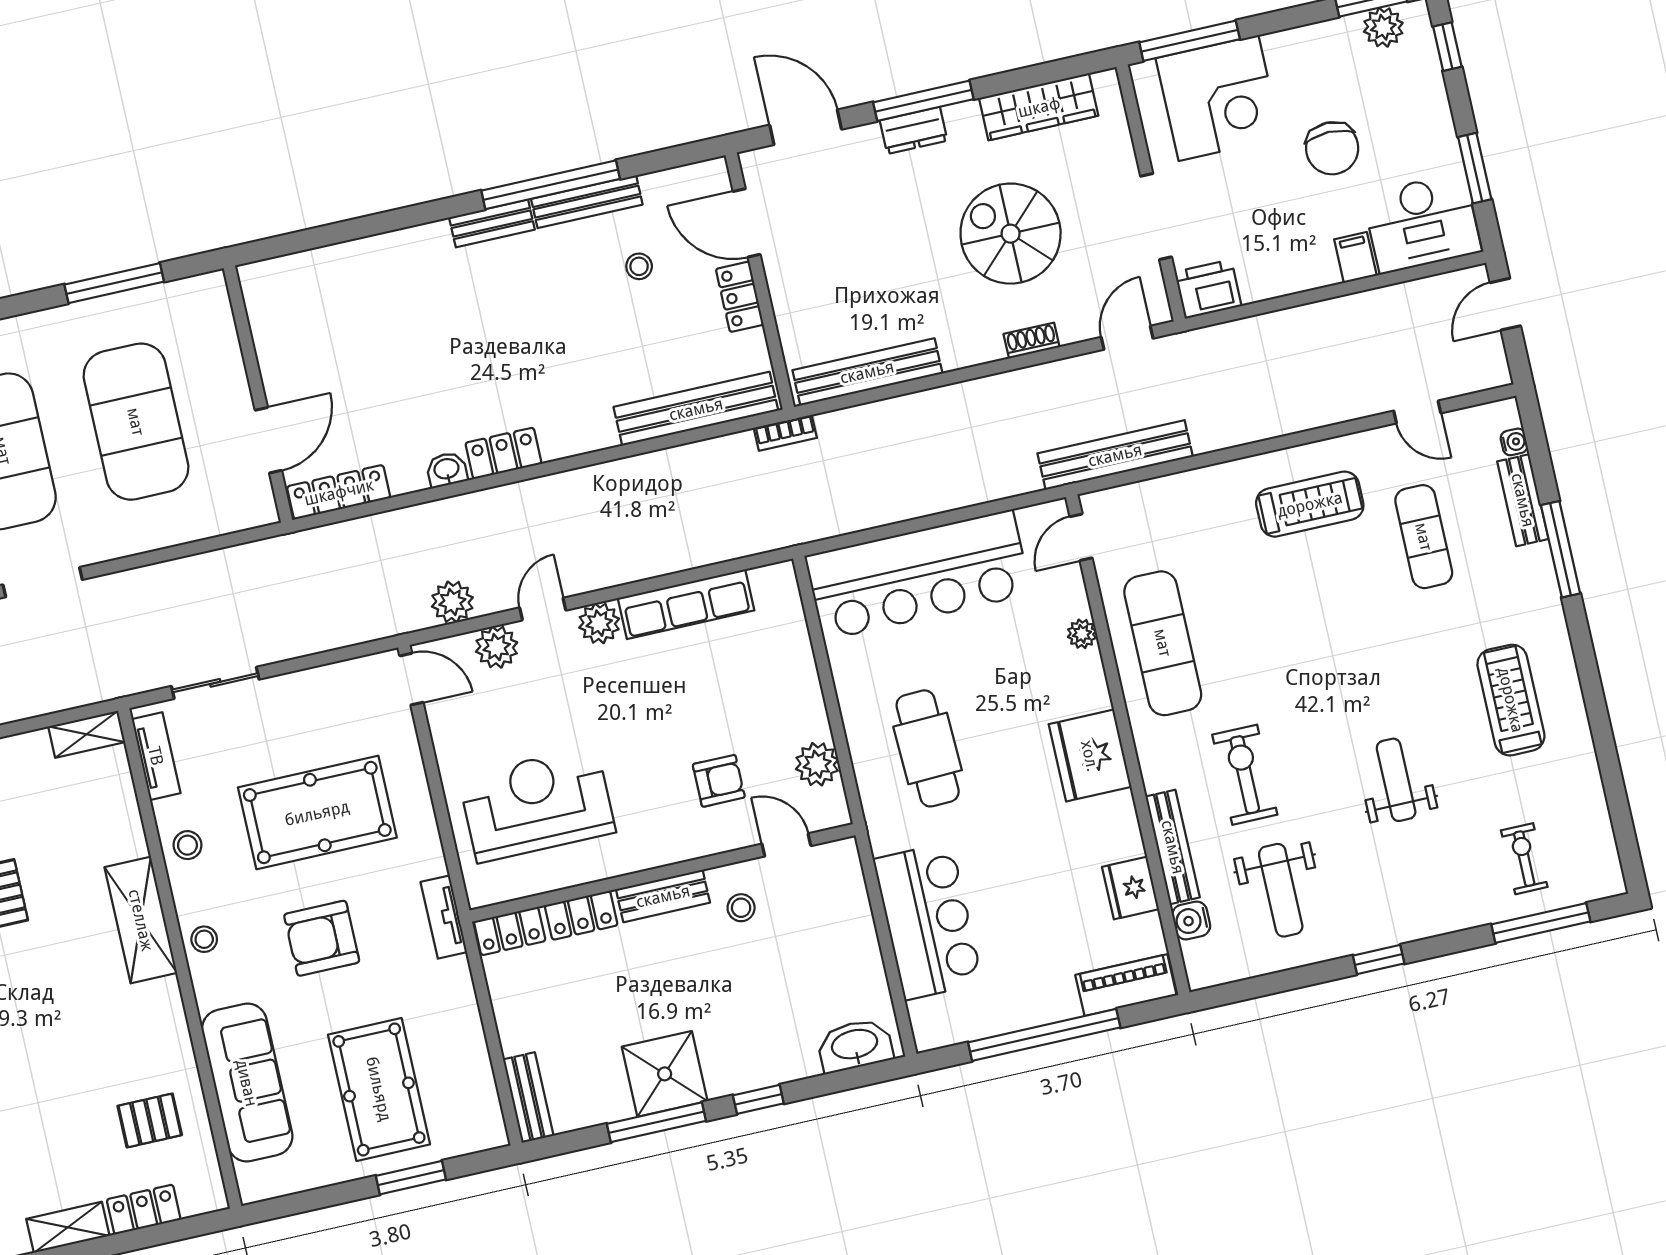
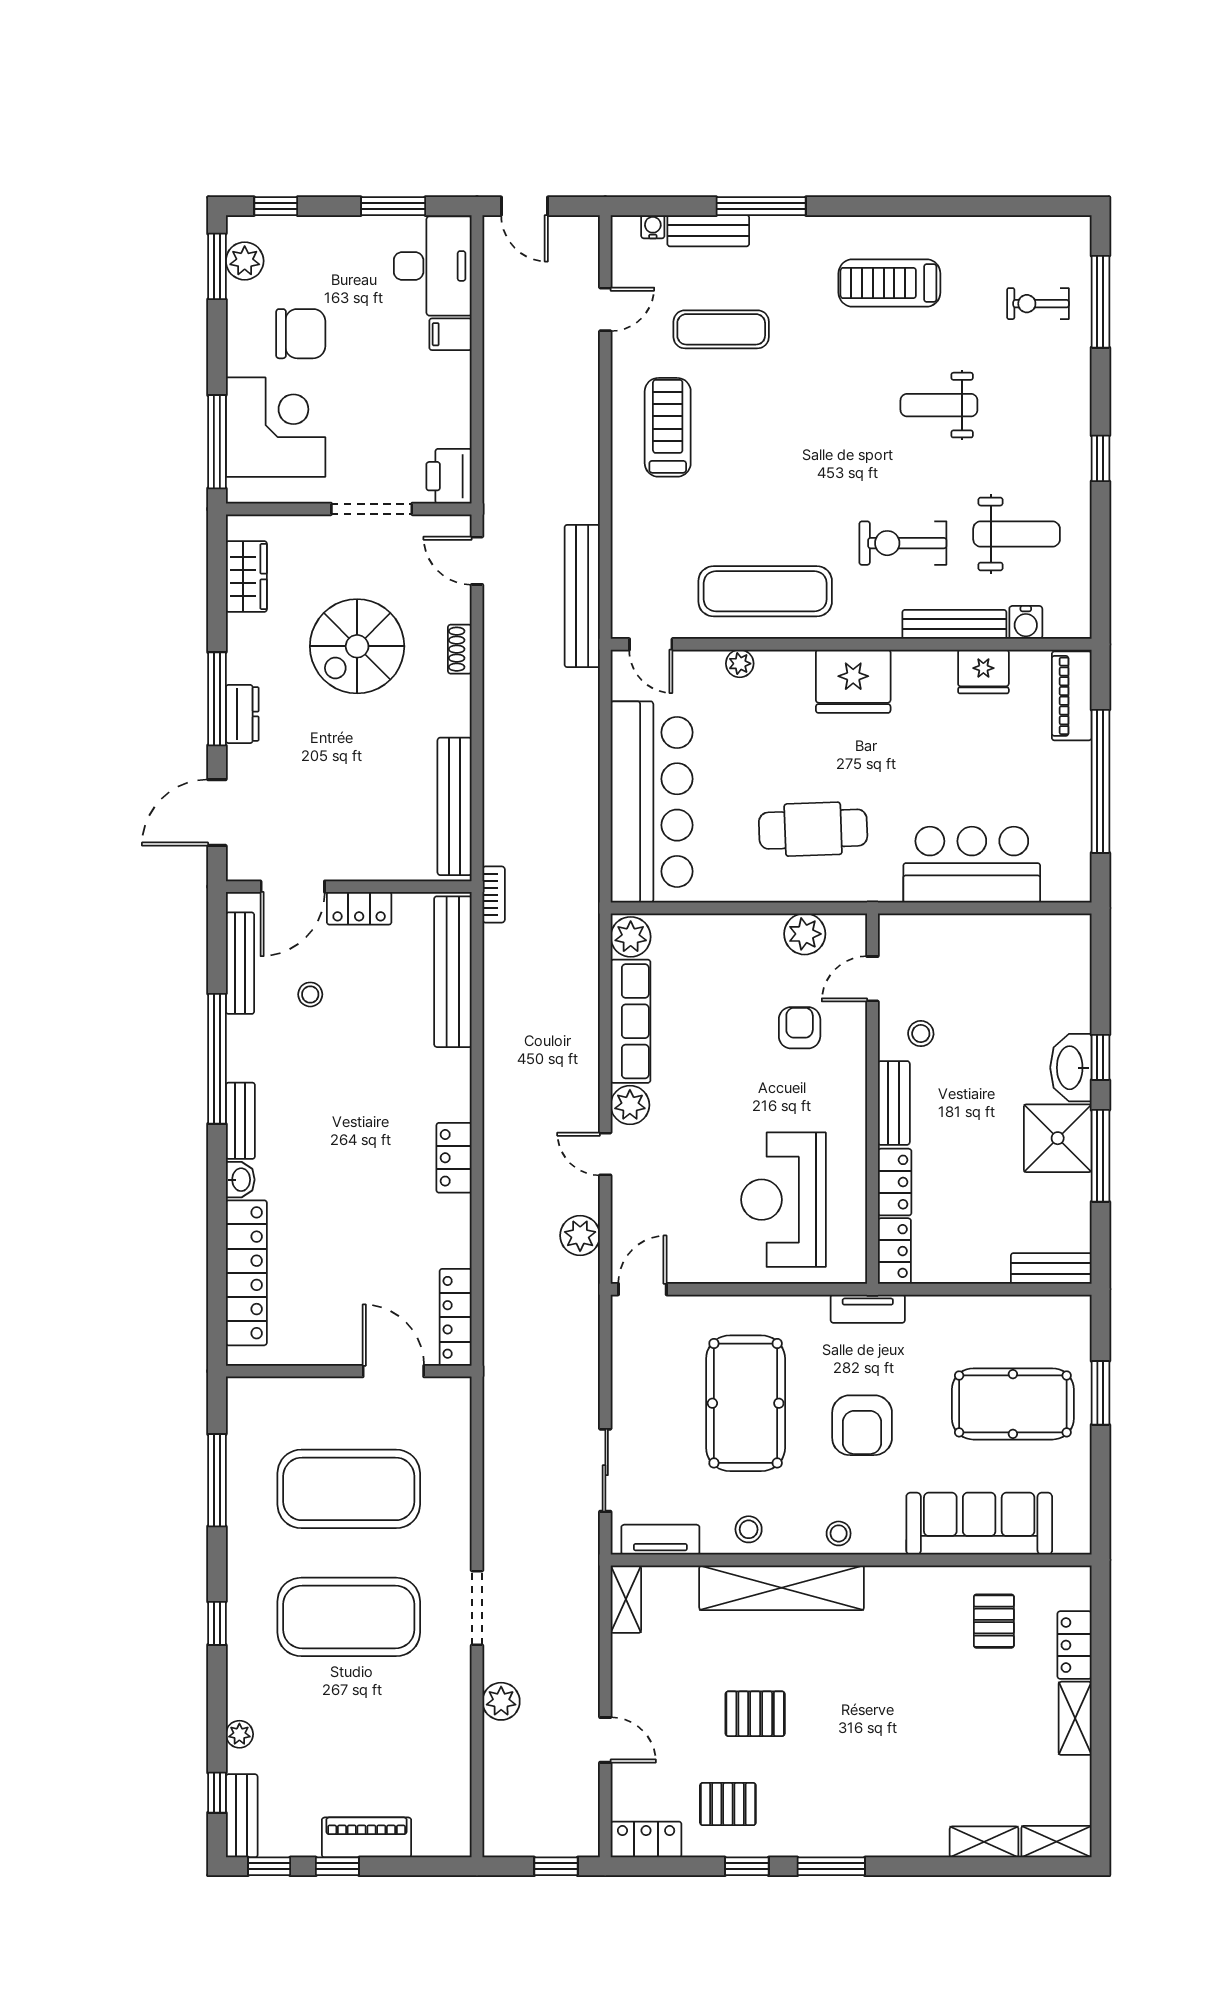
wardrobe: (1039, 107) -> (246, 576), width x0.67
chair: (1332, 148) -> (301, 334), moved
bench: (587, 202) -> (240, 963), moved
locker: (336, 265) -> (246, 1273), added
washbasin: (447, 470) -> (240, 1180), moved, turned 180
plant: (497, 647) -> (631, 937), moved
shelving: (141, 920) -> (782, 1588), width x1.47
washbasin: (855, 1045) -> (1071, 1068), moved

